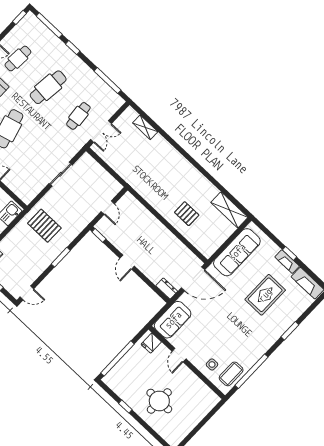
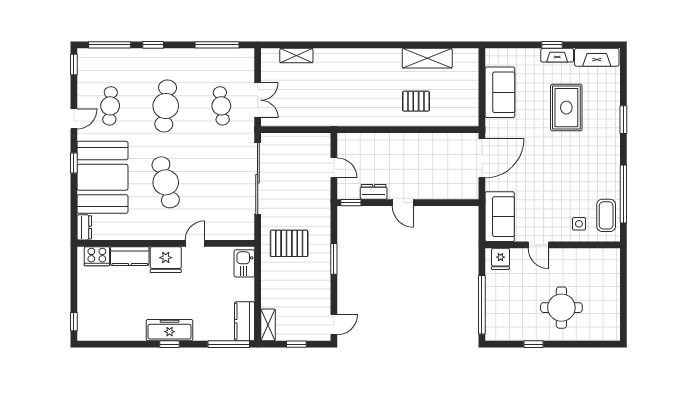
sliding door: (61, 174) -> (258, 179), width x1.86
shelving: (229, 210) -> (427, 58), moved
sofa: (237, 252) -> (500, 92), width x0.73
dresser: (167, 289) -> (374, 192), moved

